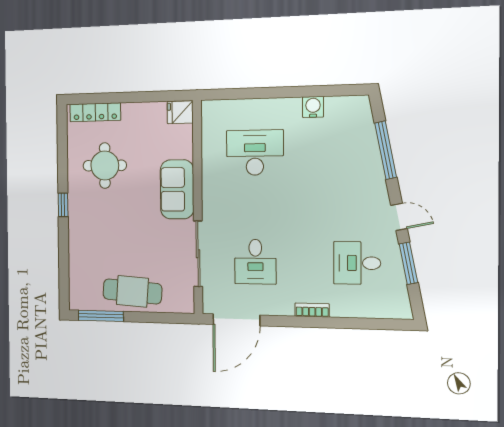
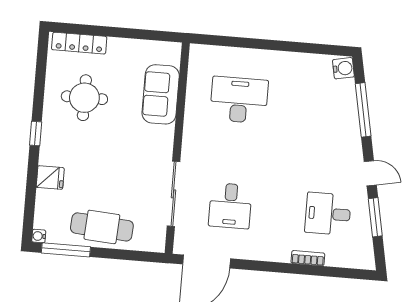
water cooler: (313, 107) -> (343, 68), moved, turned 79
fridge: (180, 112) -> (50, 178), moved, turned 180
sofa: (177, 189) -> (161, 94), moved
water cooler: (75, 304) -> (39, 236), added
bookcase: (312, 310) -> (308, 258), moved

